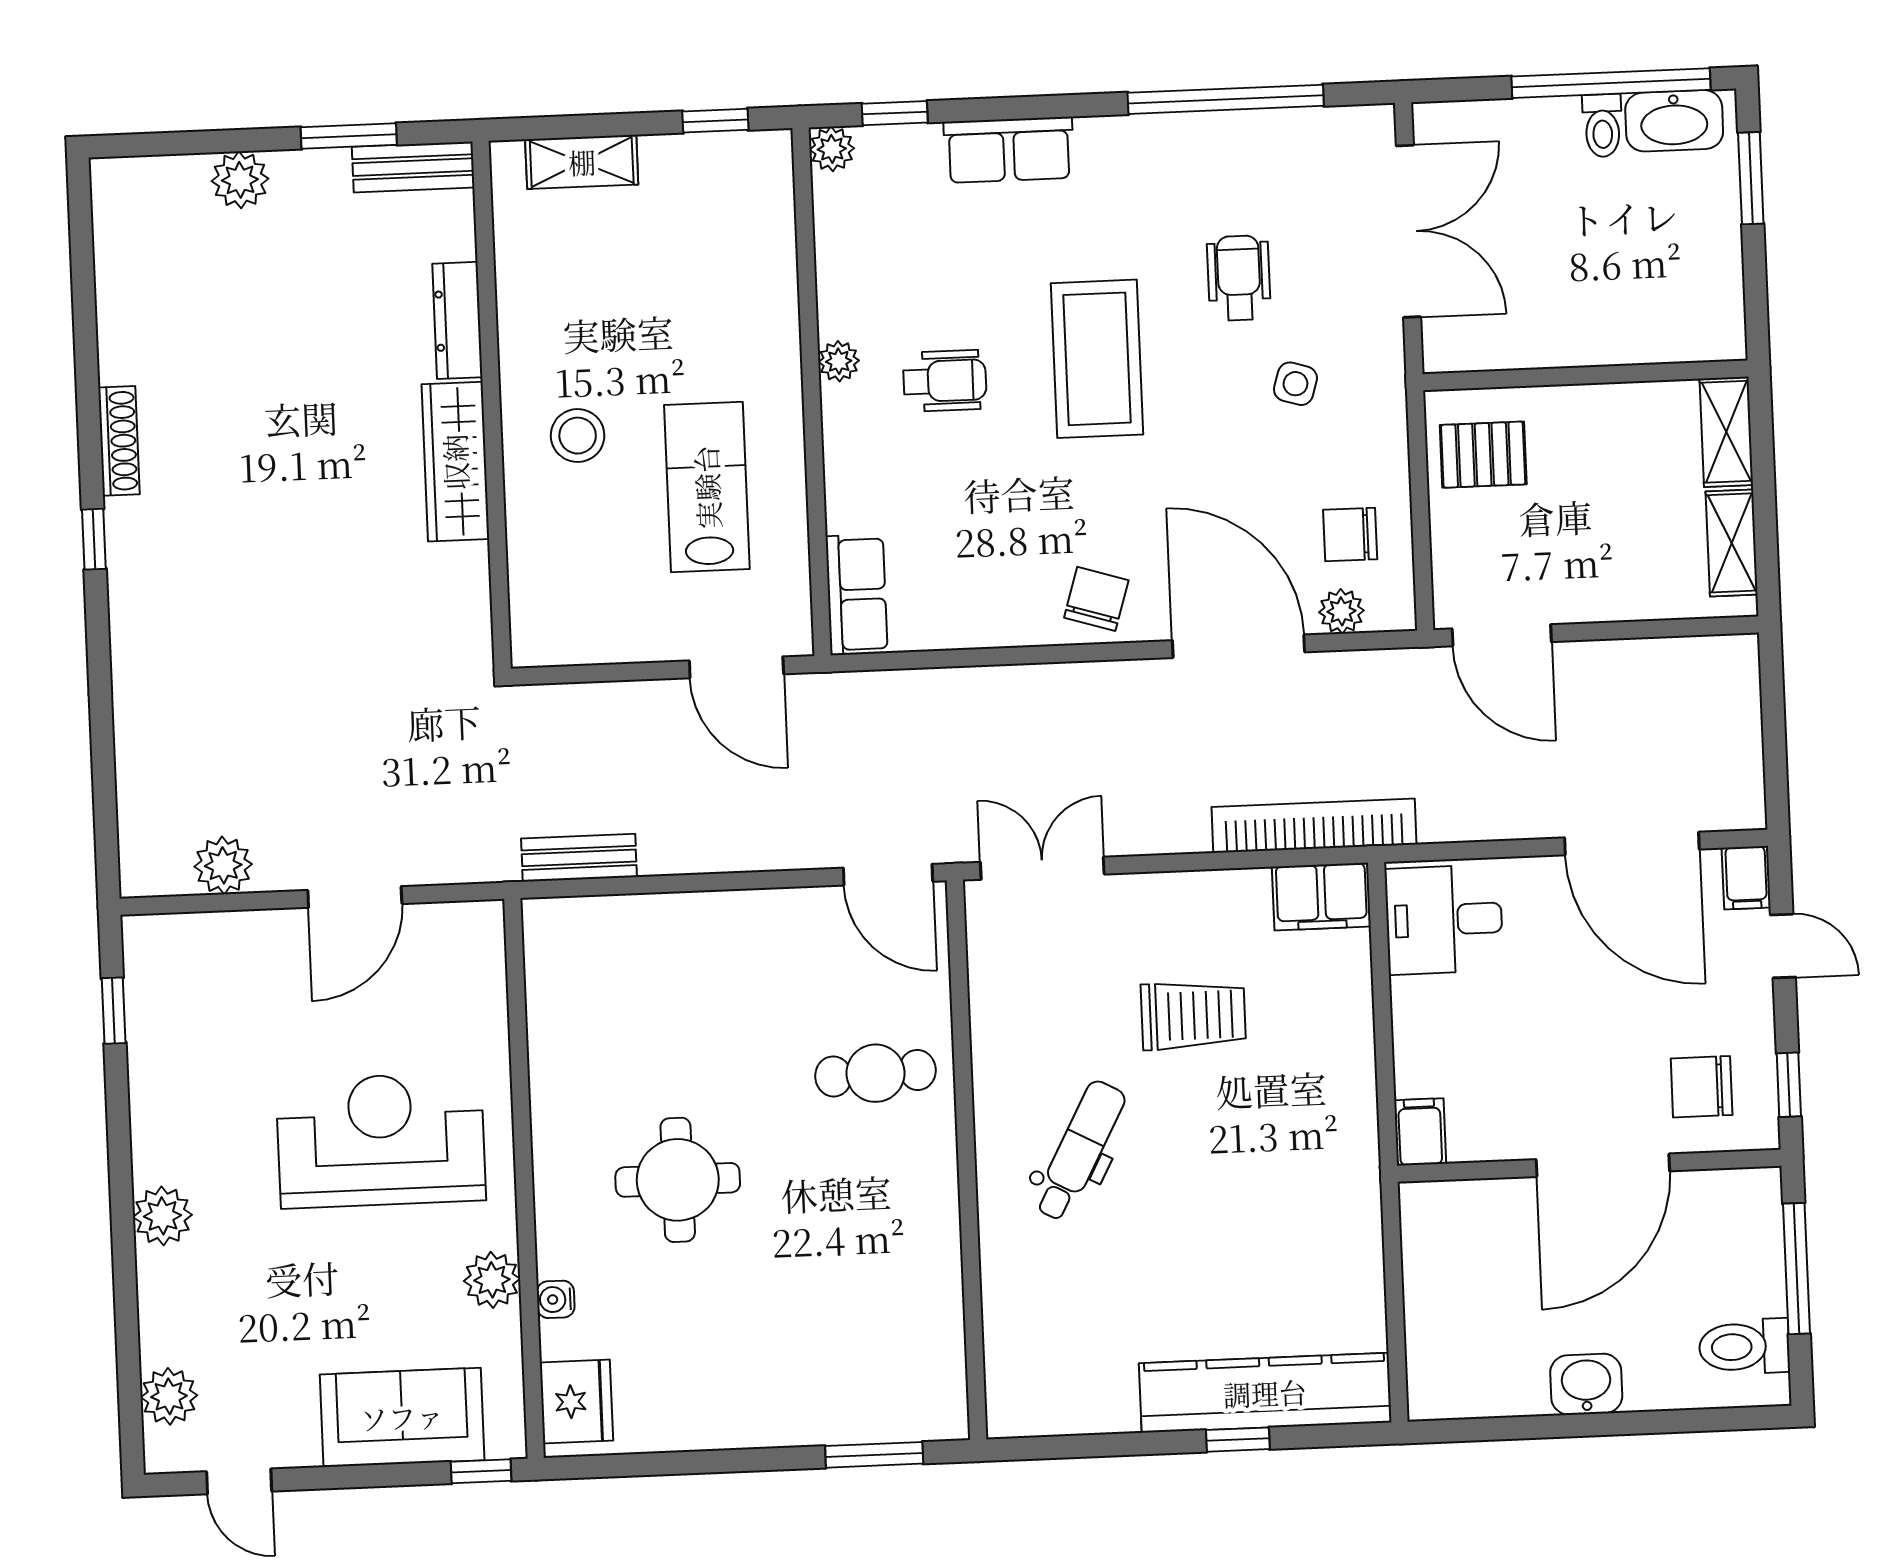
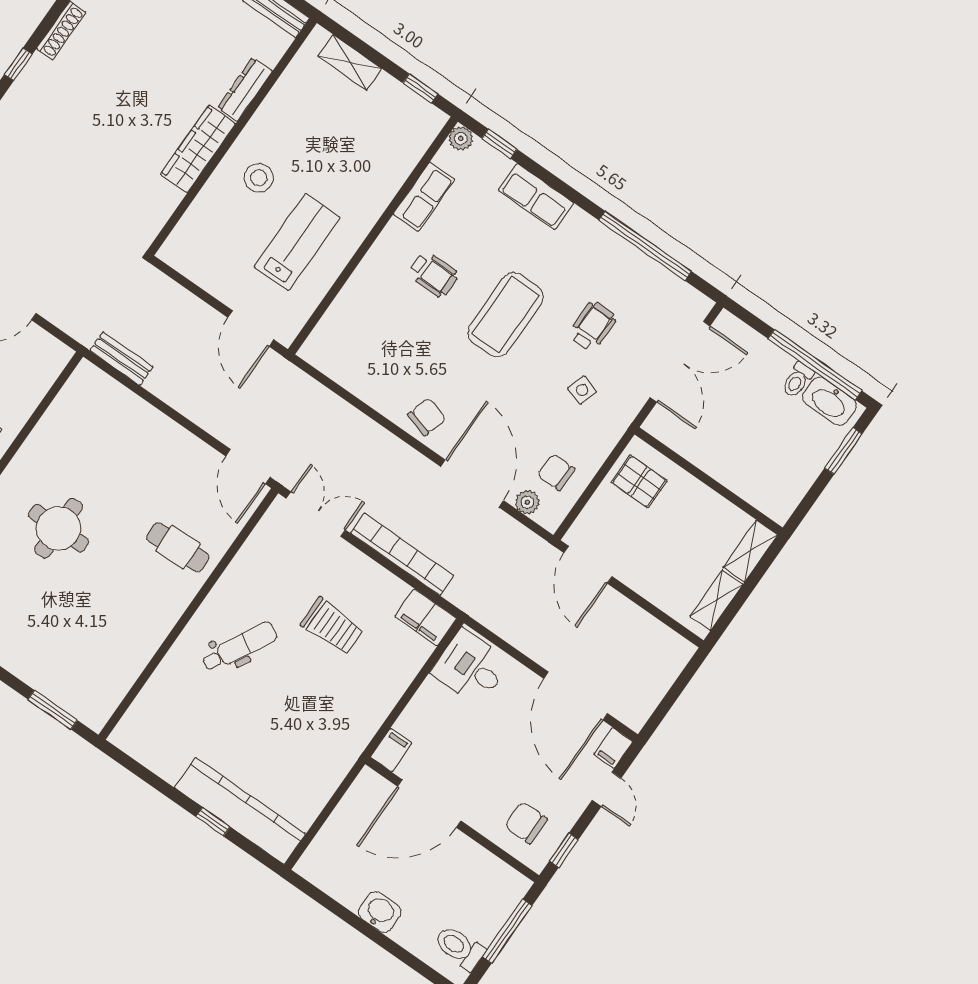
plant: (839, 361) -> (394, 231), removed
row of seats: (857, 594) -> (424, 197), moved
bookcase: (1314, 826) -> (402, 554), moved
door: (1603, 1165) -> (429, 804), moved

